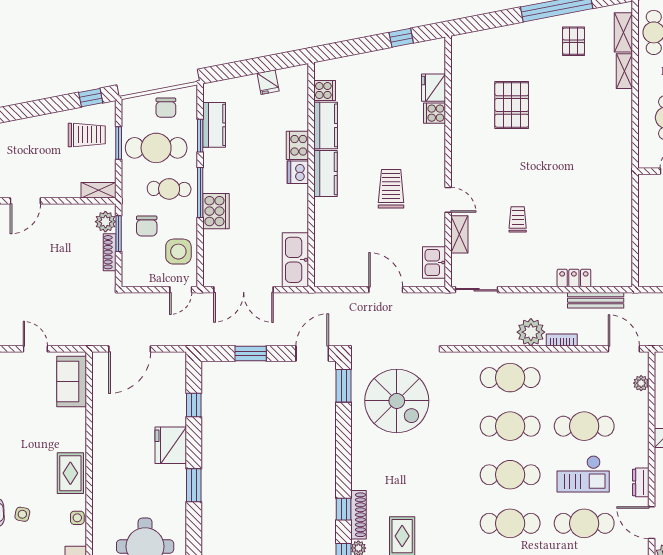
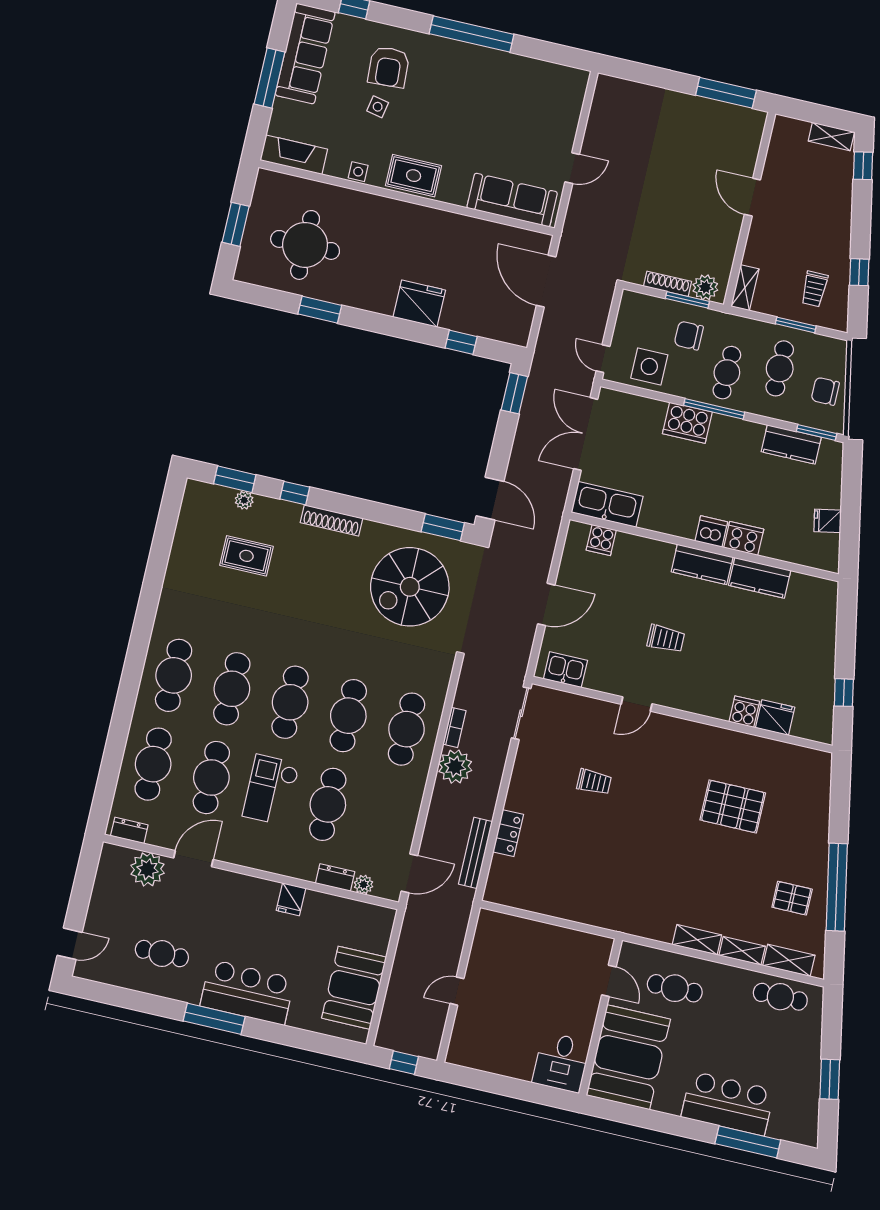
cooker: (325, 90) -> (601, 540), moved
window: (91, 98) -> (859, 272), moved
trolley: (87, 135) -> (814, 289), width x0.73, depth x0.72
window: (200, 136) -> (817, 433), moved
cafe table: (156, 148) -> (780, 368), width x0.73, depth x0.74
trolley: (391, 189) -> (666, 639), width x0.73, depth x0.72
shelving: (459, 234) -> (697, 940), moved
bookcase: (562, 340) -> (454, 727), moved
window: (251, 354) -> (514, 393), moved
sofa: (72, 381) -> (512, 200), width x1.36
dresser: (641, 482) -> (335, 878), moved
window: (194, 485) -> (320, 310), moved
shoe rack: (358, 515) -> (331, 520), moved

